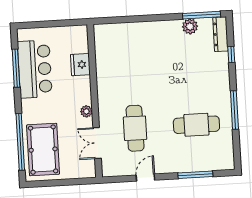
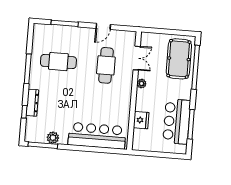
dresser: (220, 34) -> (32, 103), moved
bar counter: (134, 37) -> (97, 136), added

